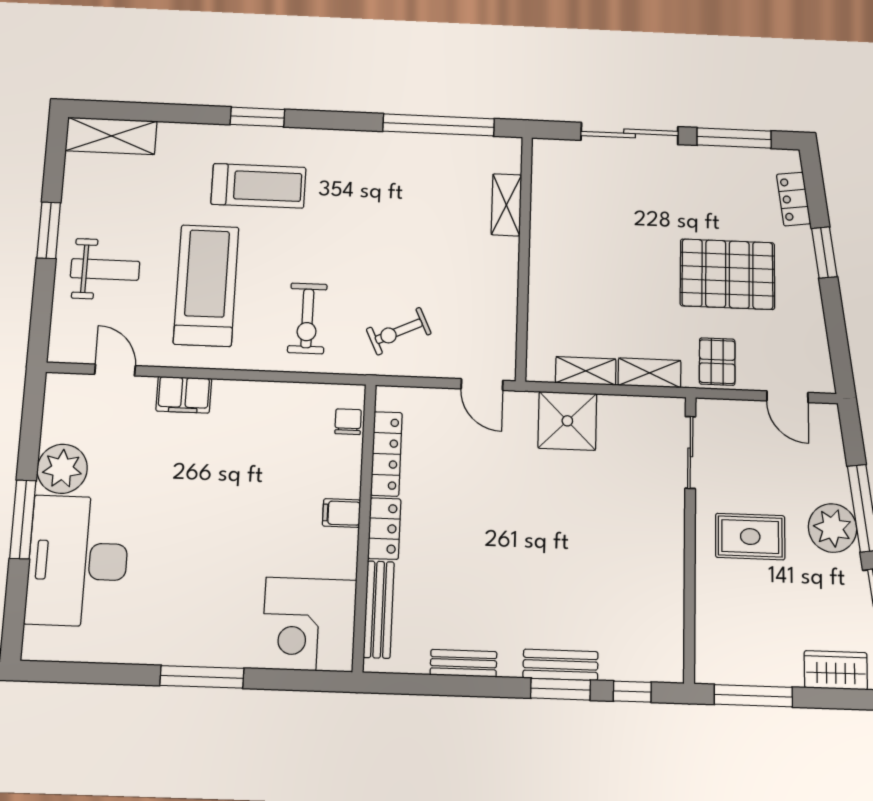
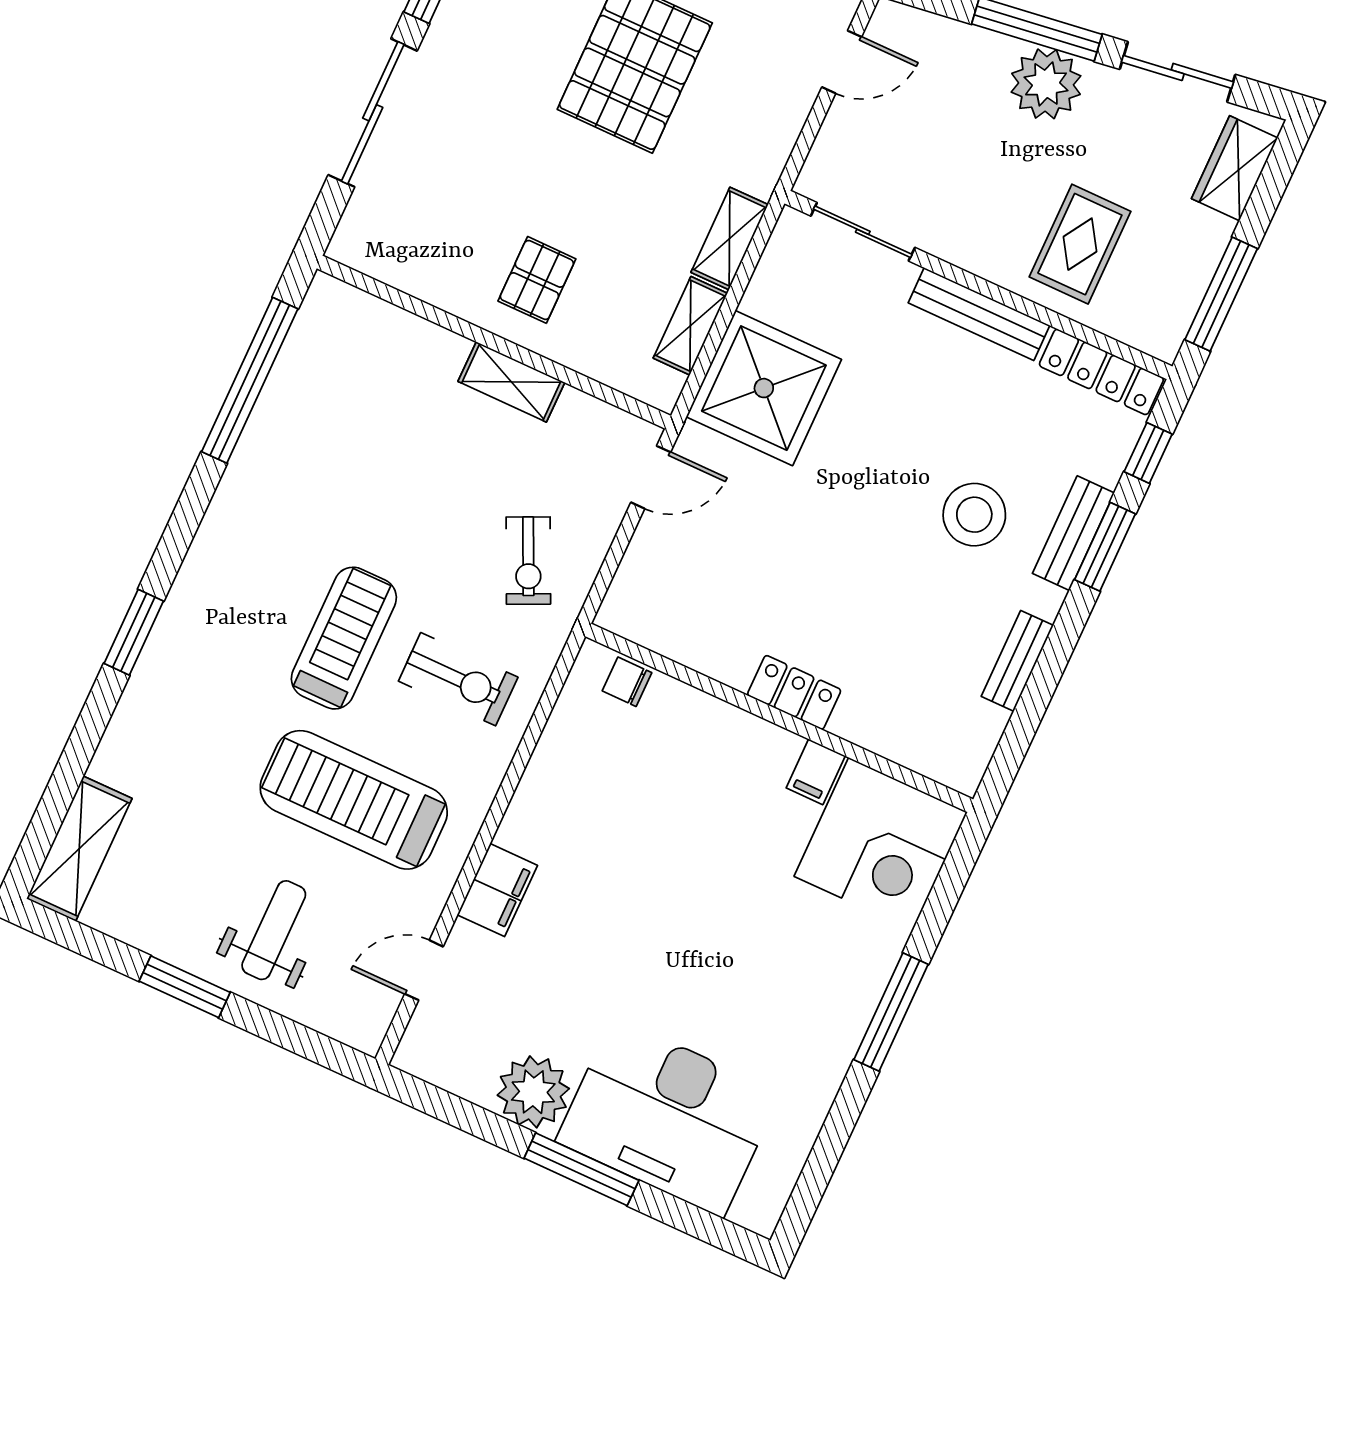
treadmill: (258, 186) -> (344, 638), moved
shelving: (506, 205) -> (511, 382), moved
pallet: (717, 362) -> (537, 280), moved, turned 90
shower: (567, 421) -> (764, 388), width x1.37, depth x1.37
locker: (386, 454) -> (1101, 372), moved, turned 180
filing cabinet: (341, 513) -> (816, 772), moved
rug: (750, 537) -> (1080, 244), moved
stool: (545, 596) -> (974, 515), added
bench: (379, 609) -> (979, 314), moved

